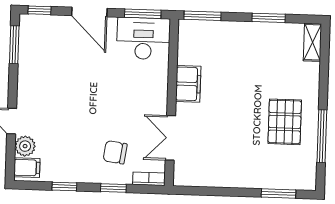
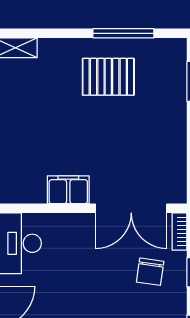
double door: (170, 138) -> (131, 208), width x1.37

